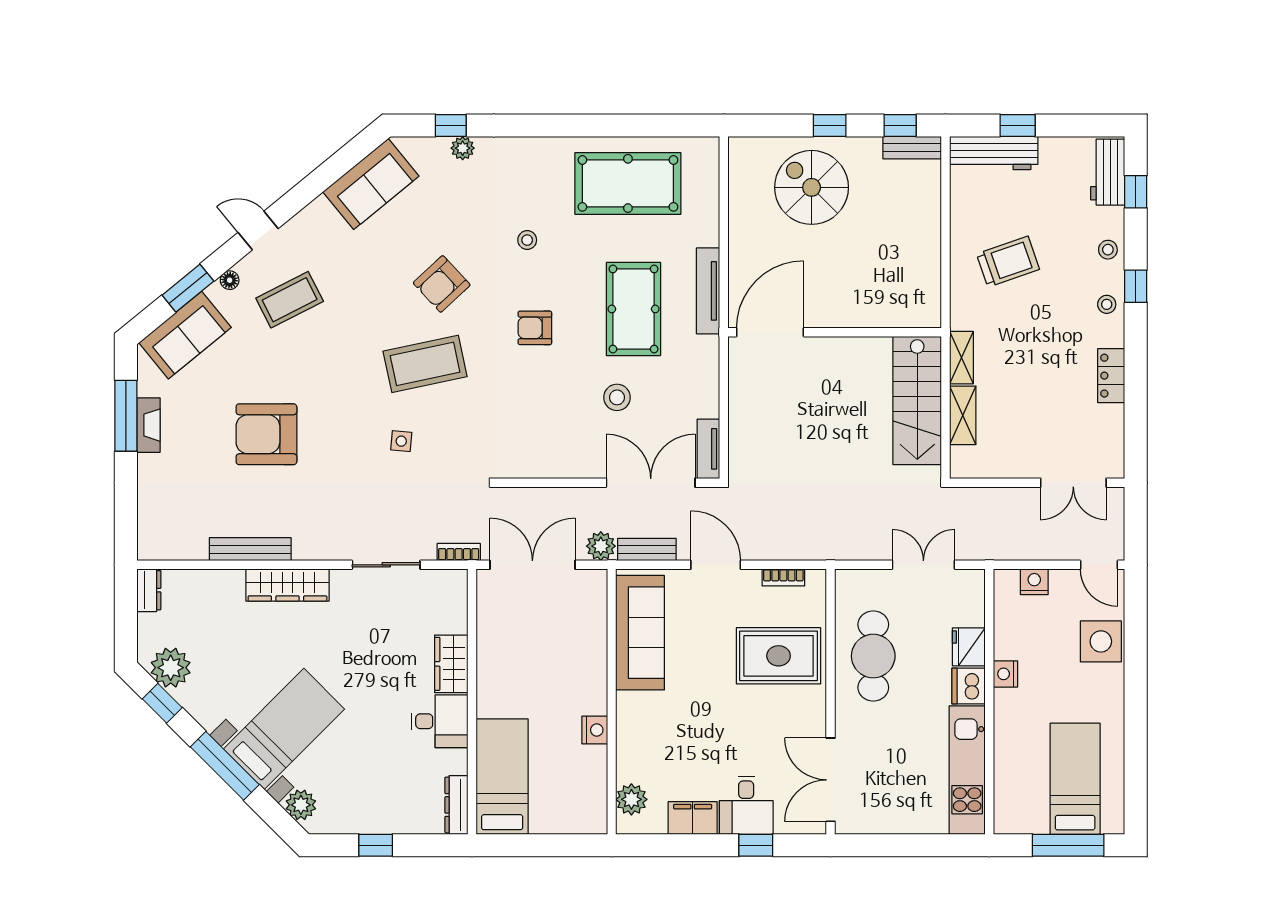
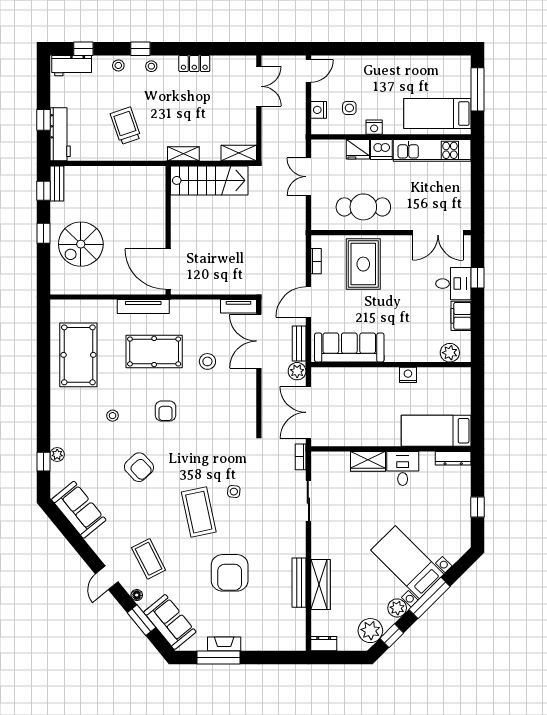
coffee table: (425, 364) -> (199, 512), moved
shelving: (963, 415) -> (239, 153), moved
wardrobe: (288, 585) -> (321, 585), moved
side table: (1101, 641) -> (349, 108), moved, width x0.54, depth x0.54
bed: (1075, 779) -> (437, 114), moved
plant: (301, 805) -> (397, 608), moved

